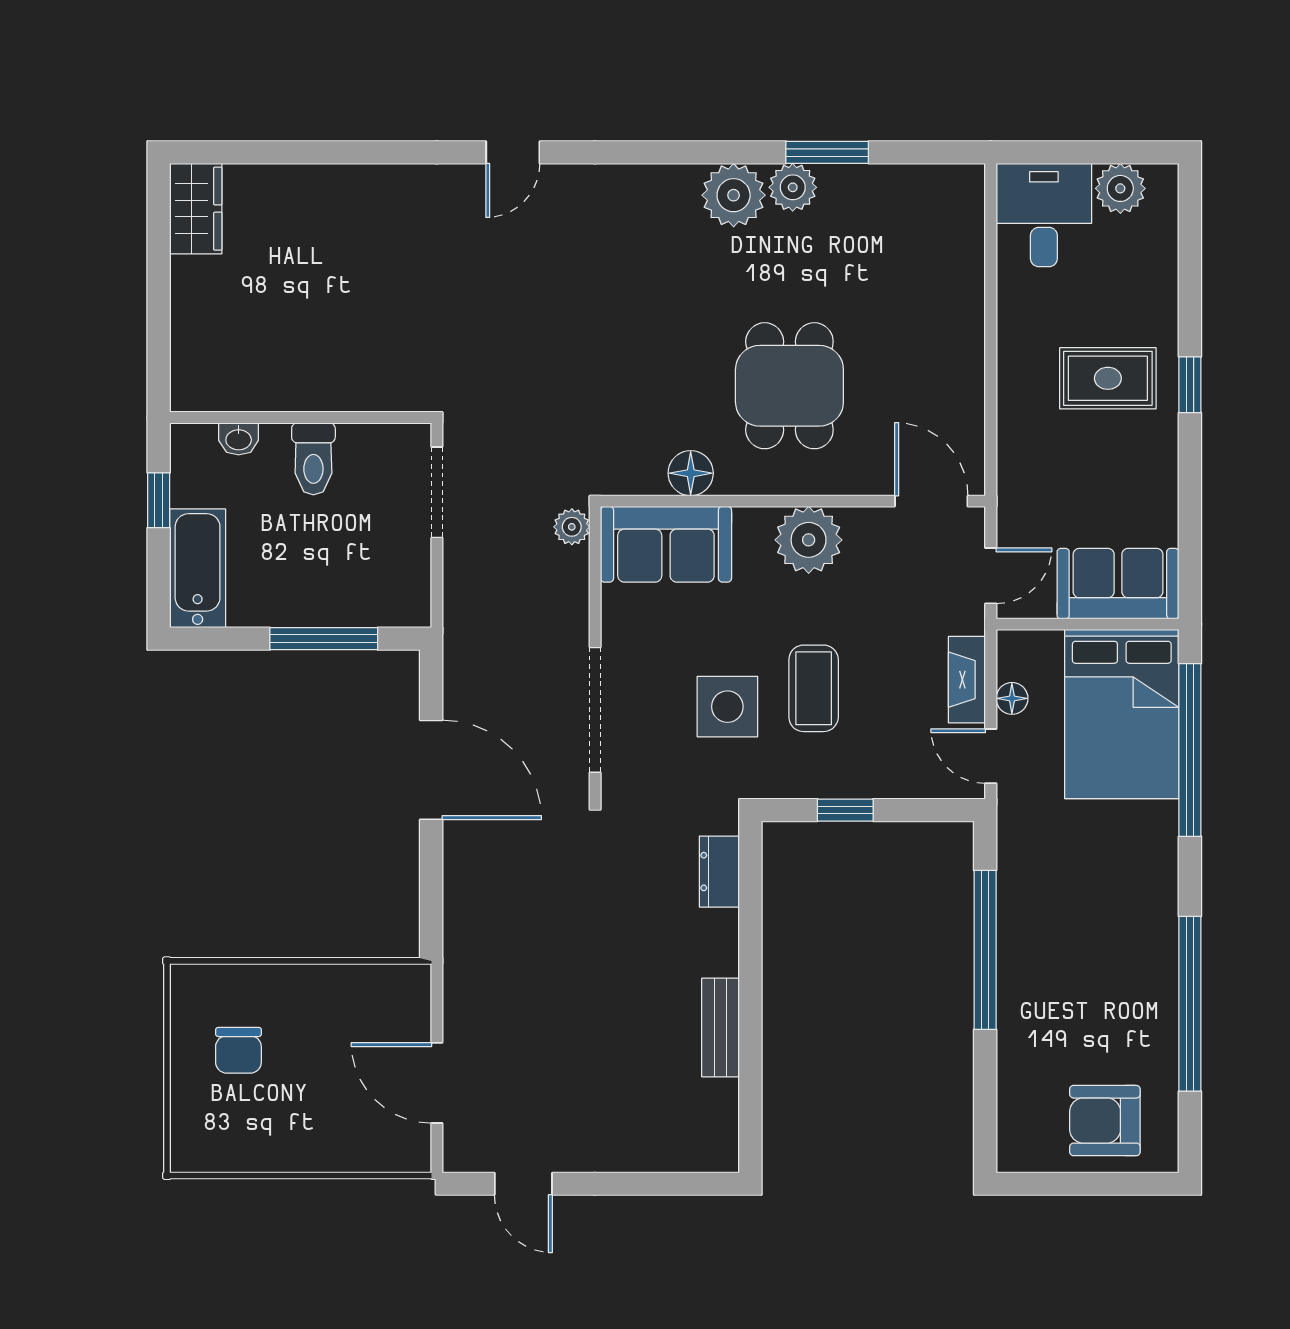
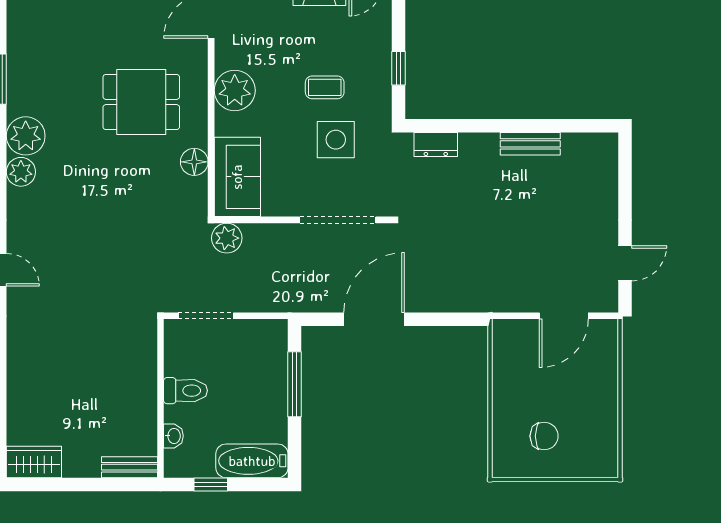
plant: (793, 187) -> (21, 172), moved
bench: (187, 366) -> (130, 467), added
plant: (572, 527) -> (227, 238), width x1.38, depth x1.38
coffee table: (814, 688) -> (325, 87), width x0.73, depth x0.77

